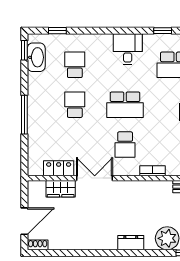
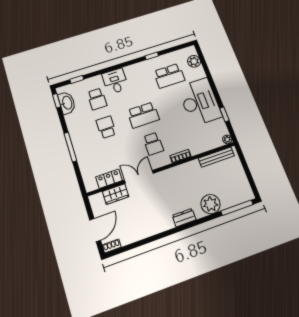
desk: (128, 49) -> (115, 81), moved
school desk: (75, 65) -> (97, 99), turned 180

